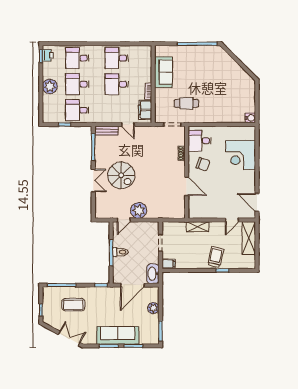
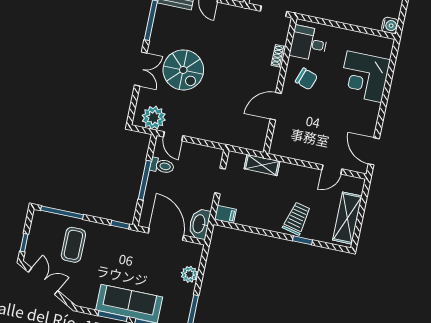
door: (187, 186) -> (276, 106), swing flipped
plant: (139, 211) -> (154, 118), moved
door: (124, 220) -> (173, 136), hinge flipped
shelving: (198, 227) -> (262, 165), moved
shelving: (249, 238) -> (347, 218), moved
toilet: (120, 252) -> (162, 166), moved
door: (132, 285) -> (166, 234), swing flipped
coffee table: (73, 305) -> (73, 245), turned 90
double door: (69, 338) -> (43, 281), moved

